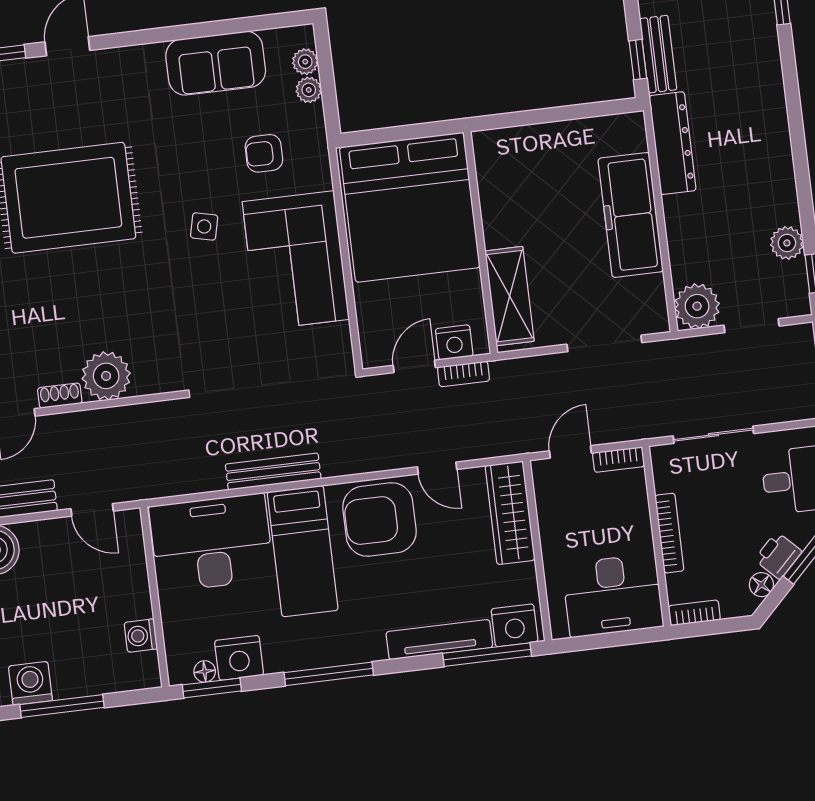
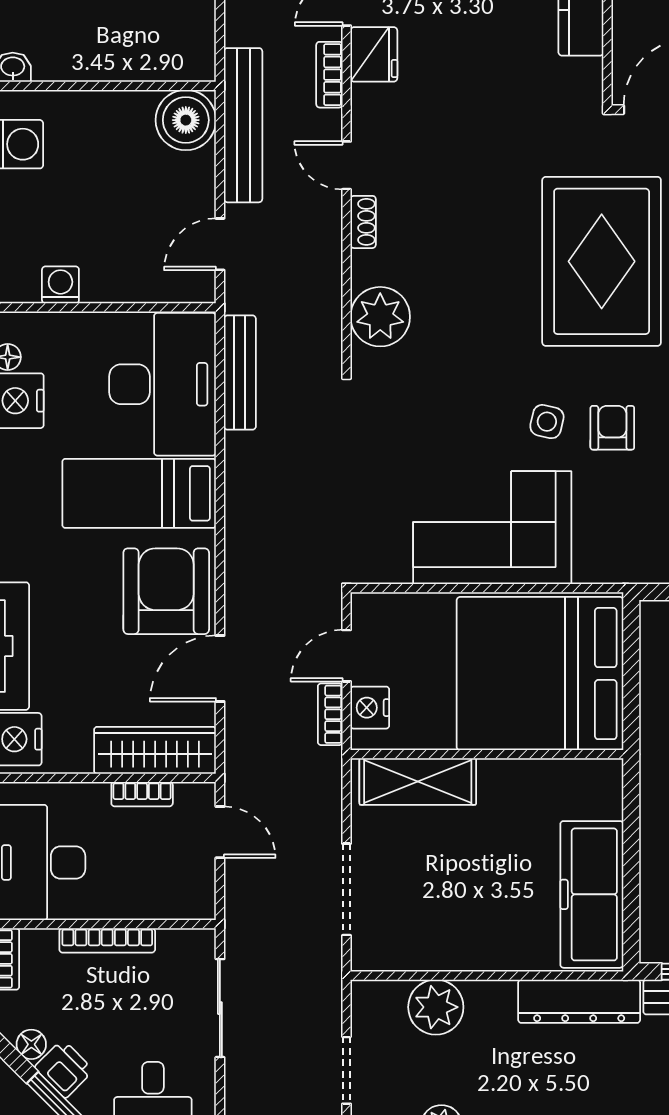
armchair: (264, 153) -> (612, 428), moved
freezer: (631, 215) -> (592, 894), moved, turned -90
plant: (697, 306) -> (436, 1007), moved
door: (414, 366) -> (346, 656), swing flipped
plant: (106, 376) -> (380, 317), moved
bookcase: (618, 460) -> (142, 794), moved, turned -90
door: (437, 468) -> (220, 668), width x1.37
bench: (273, 471) -> (240, 373), moved

